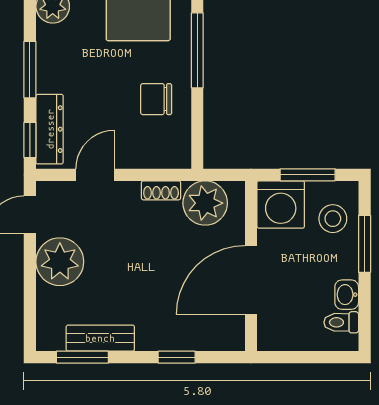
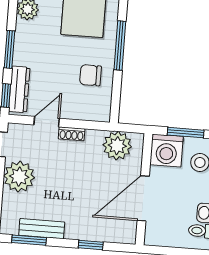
shoe rack: (161, 190) -> (72, 134), moved

